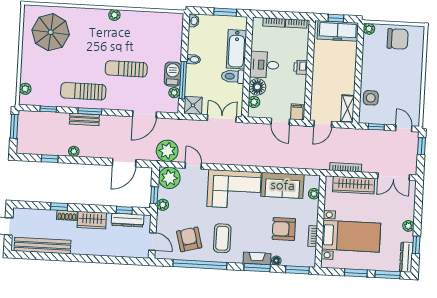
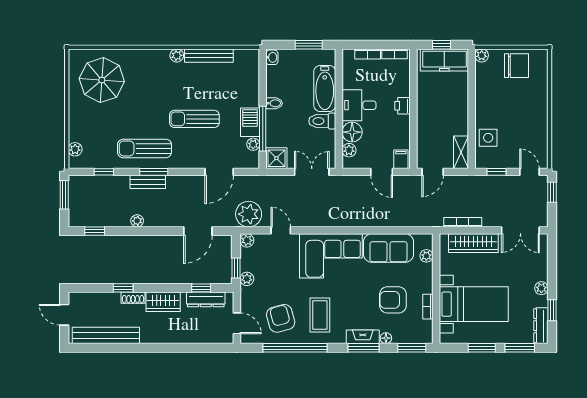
bench: (141, 17) -> (209, 56), added
window: (50, 159) -> (95, 231), moved
plant: (169, 178) -> (247, 240), width x0.53, depth x0.53

